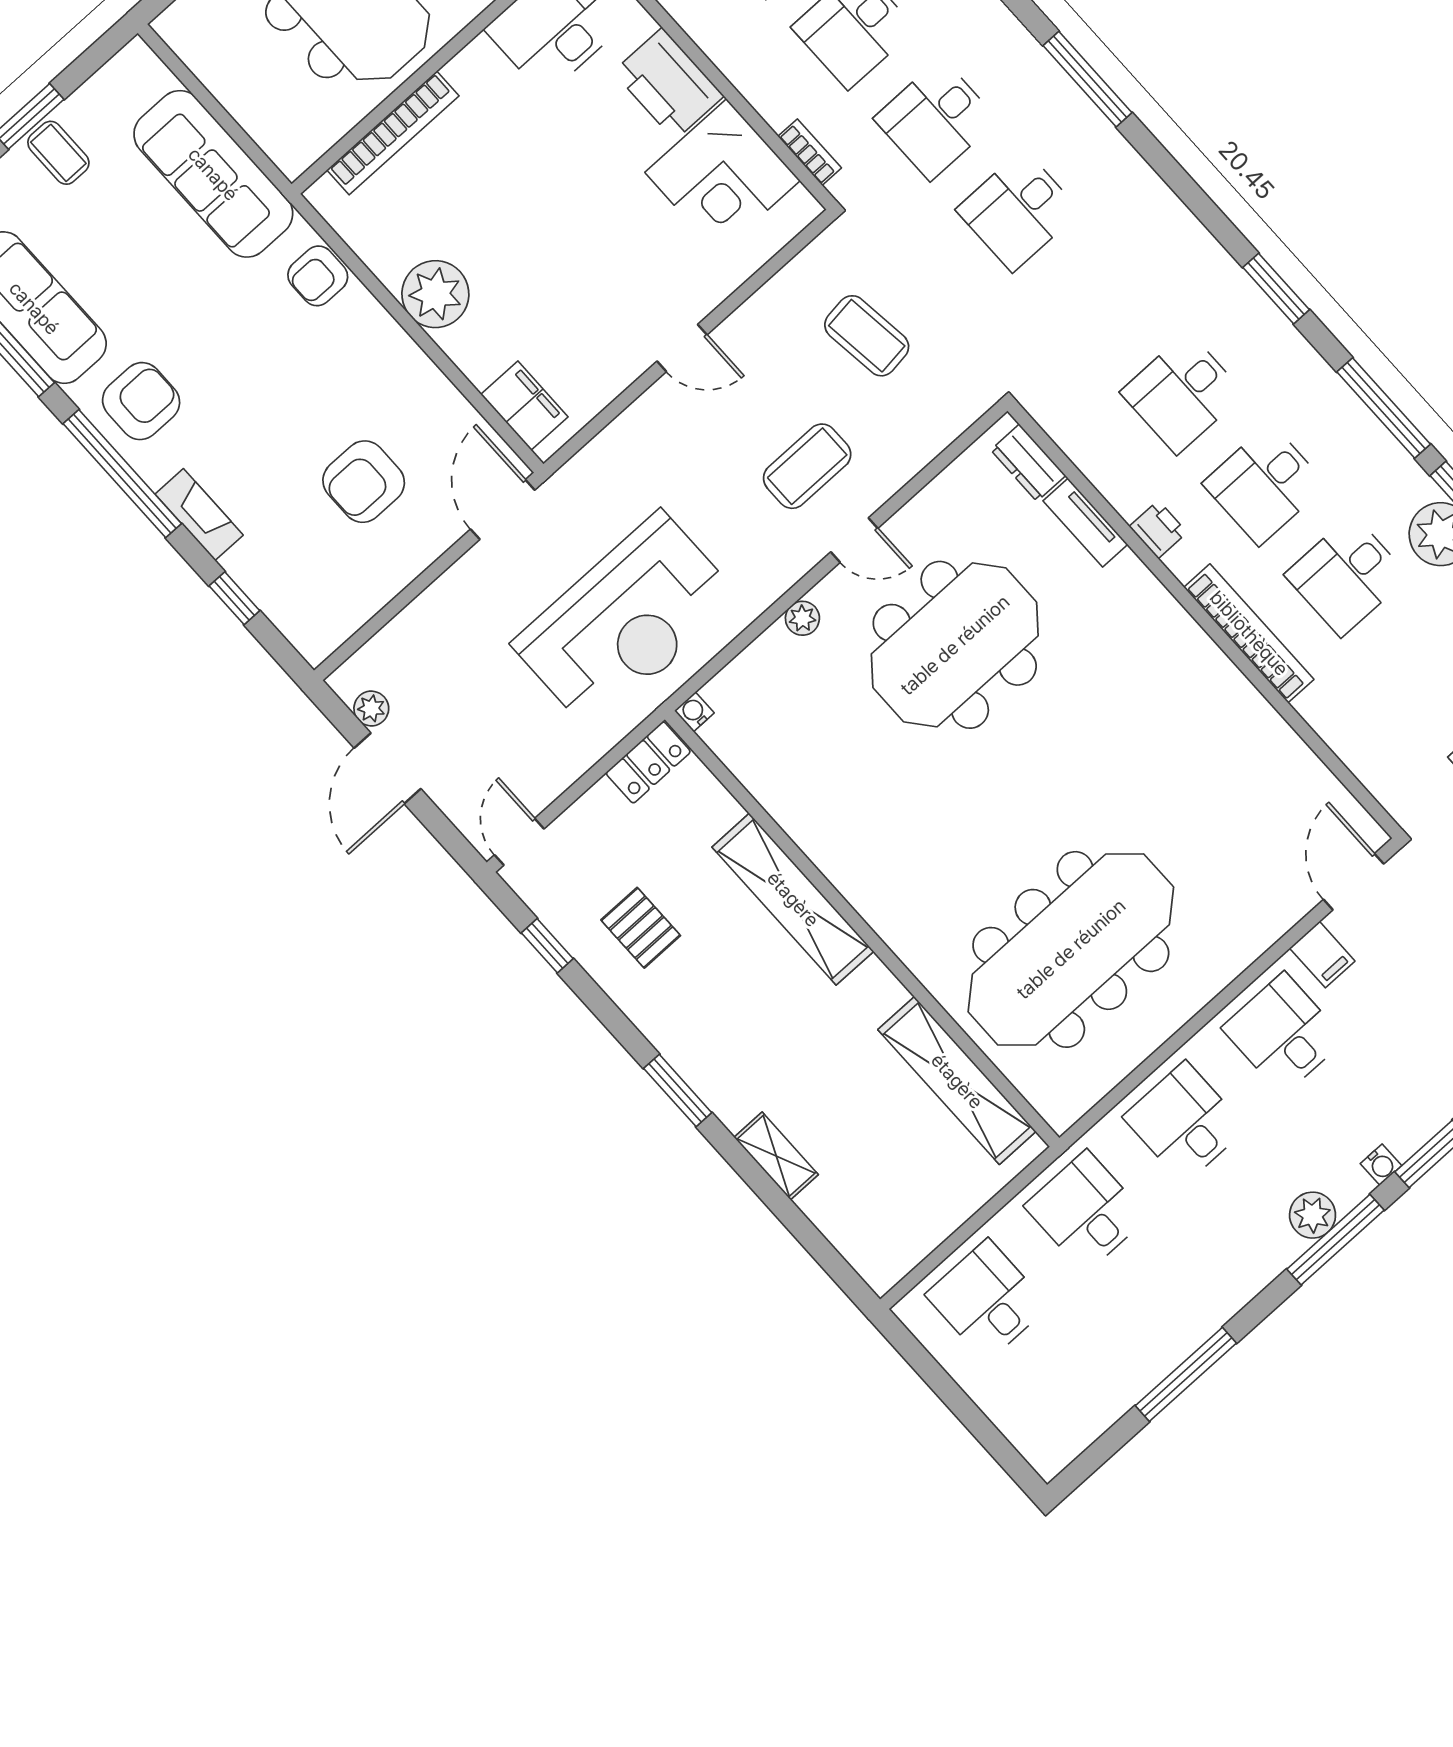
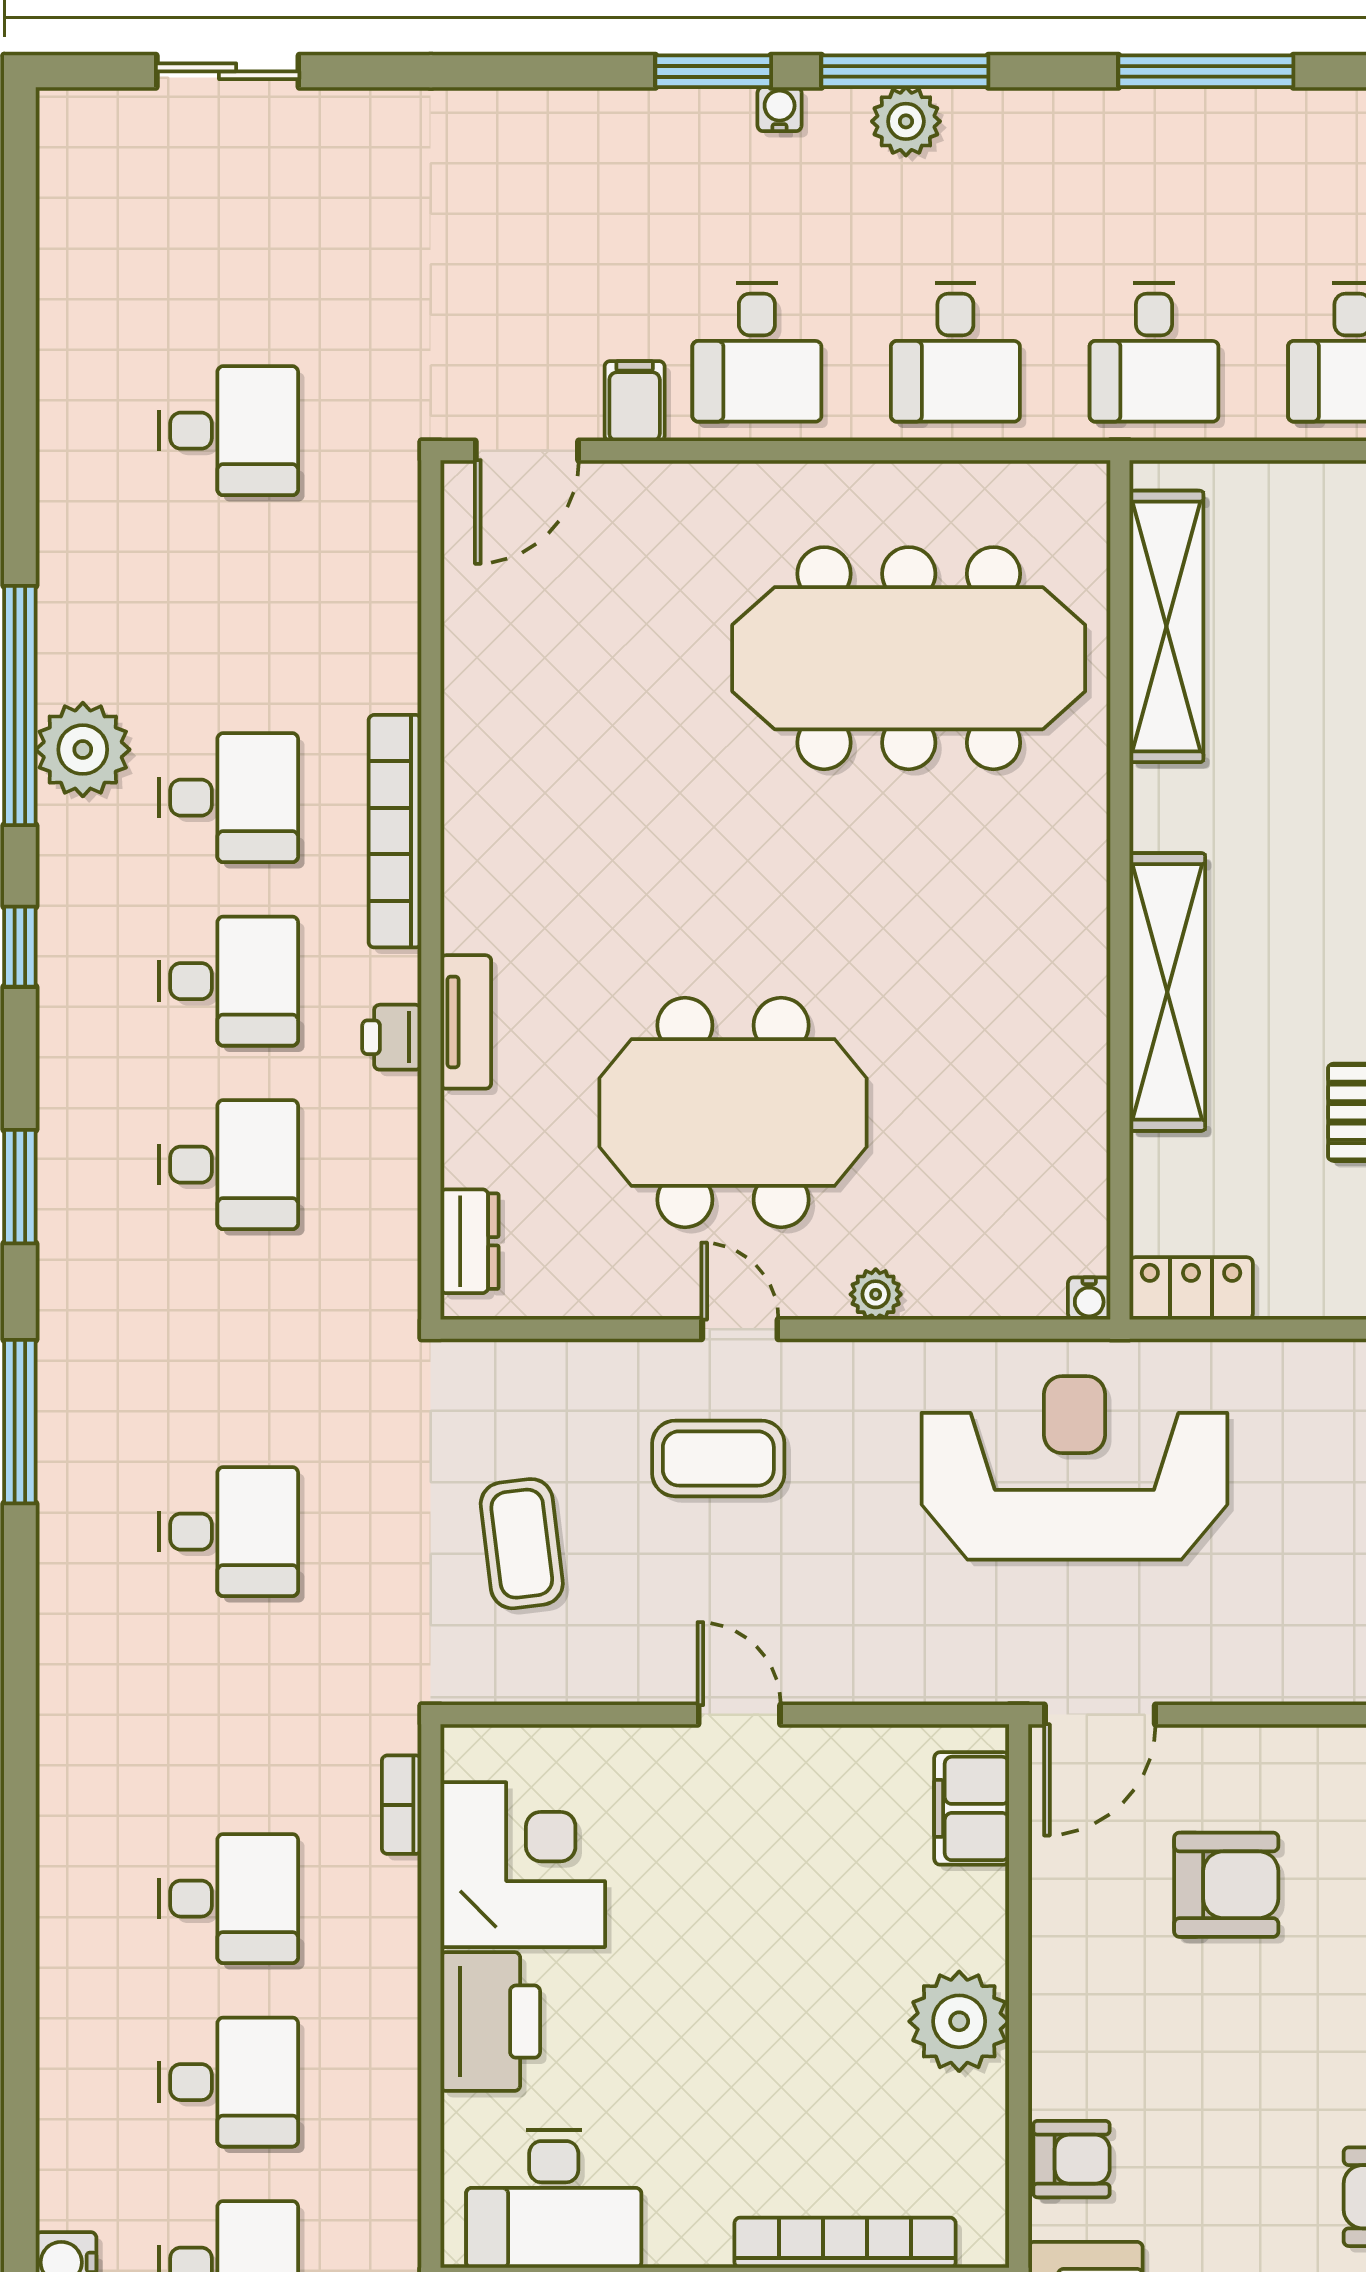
window: (1087, 79) -> (20, 1422), moved
desk: (936, 119) -> (229, 1715), removed
window: (1384, 408) -> (20, 947), width x0.46
tv unit: (1085, 523) -> (466, 1022), moved

